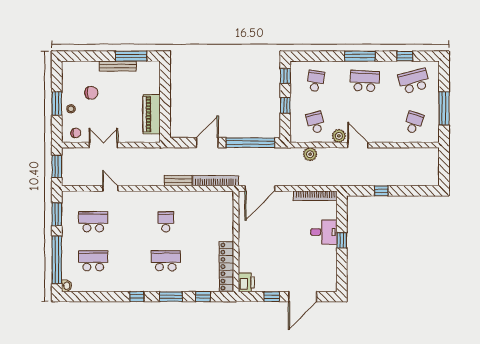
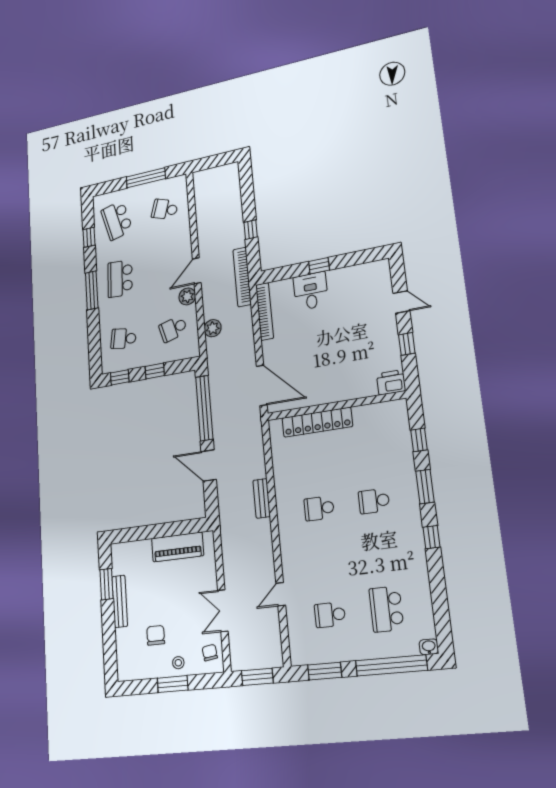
window: (131, 56) -> (106, 584), width x0.69
bookcase: (216, 181) -> (242, 277), moved
school desk: (93, 222) -> (330, 615), width x0.54
school desk: (166, 261) -> (374, 501), width x0.54
locker: (226, 267) -> (317, 422), moved
door: (303, 297) -> (401, 302), width x0.53

